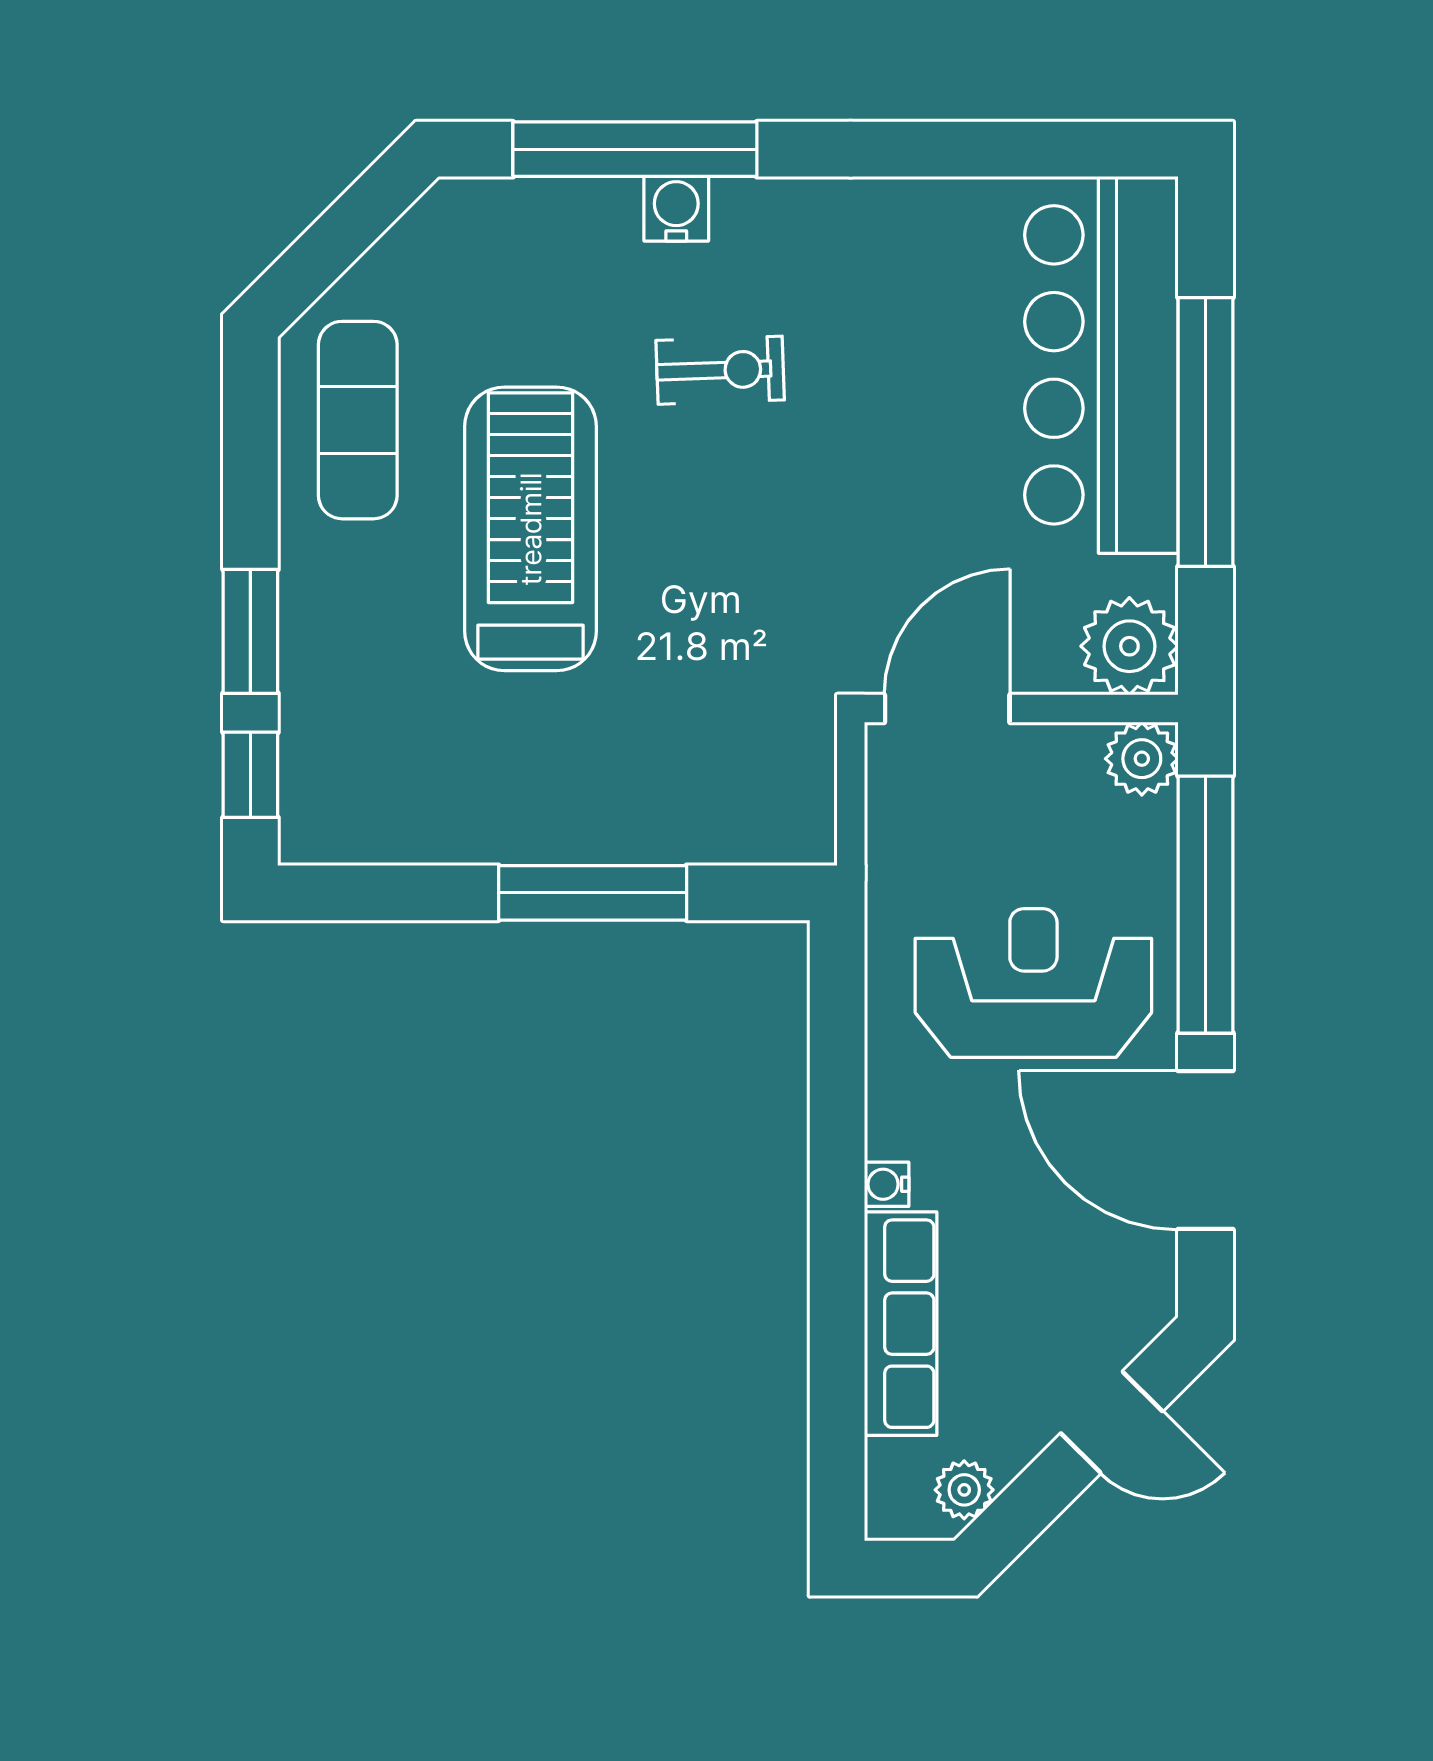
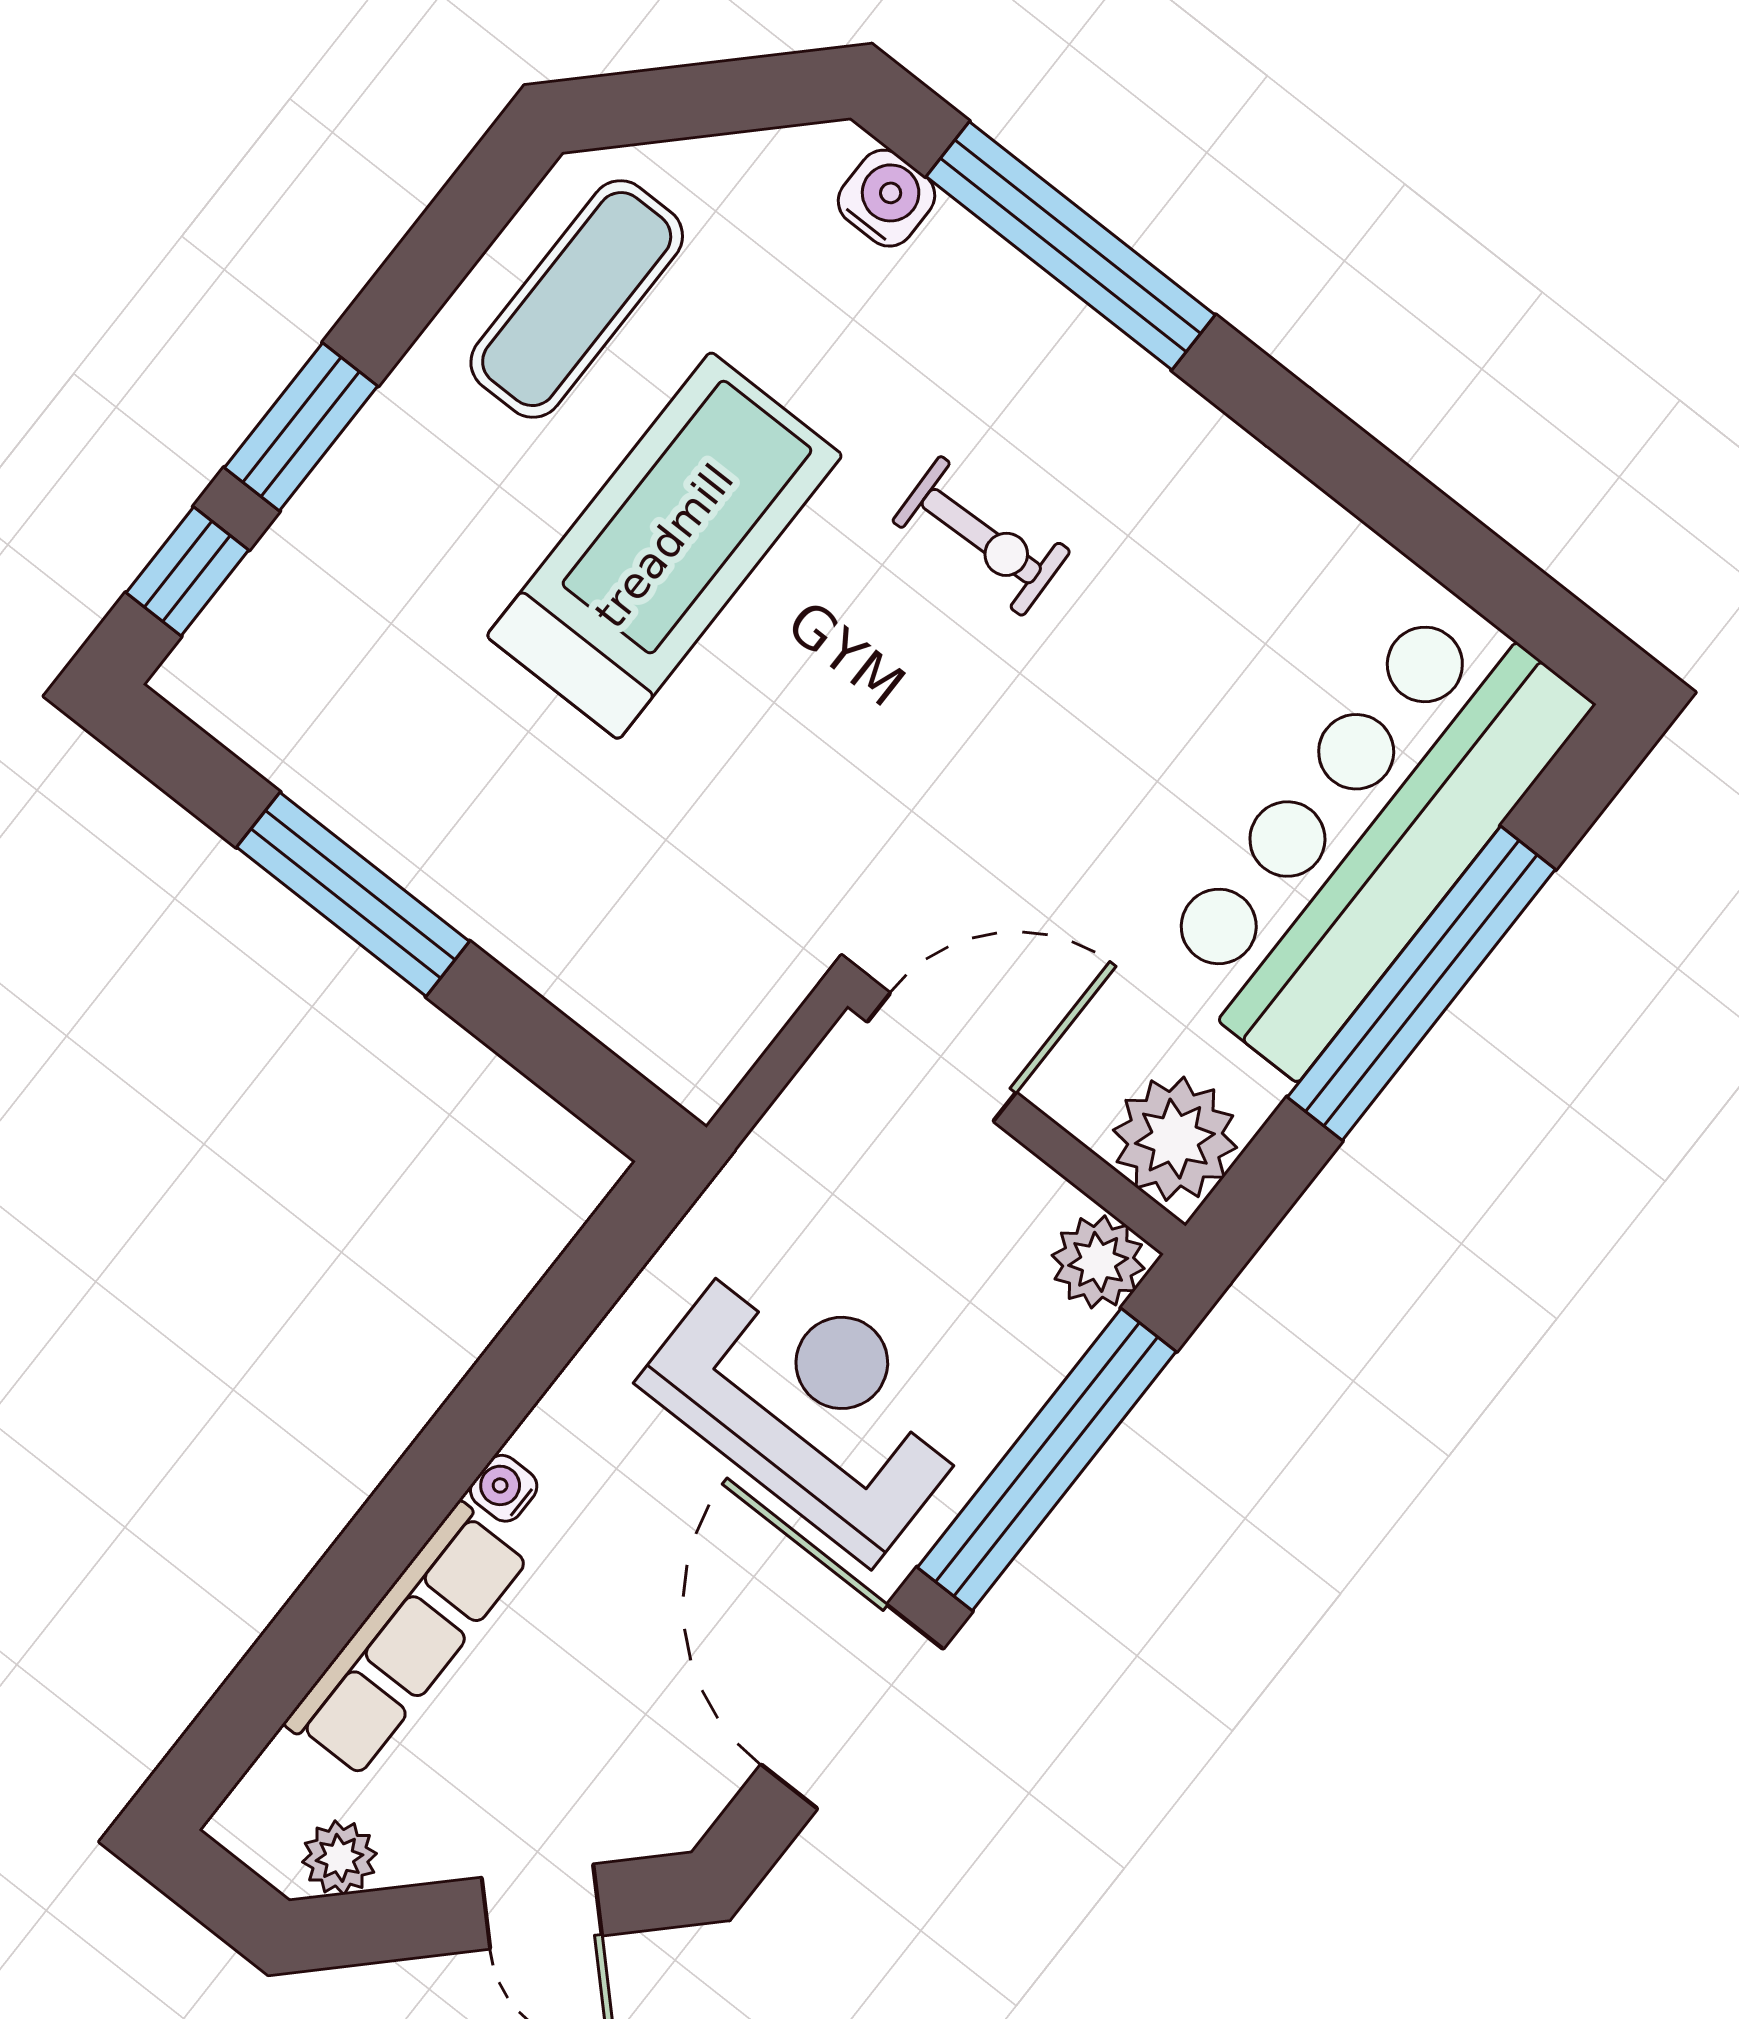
water cooler: (676, 209) -> (886, 198), moved
window: (593, 893) -> (353, 894), moved

